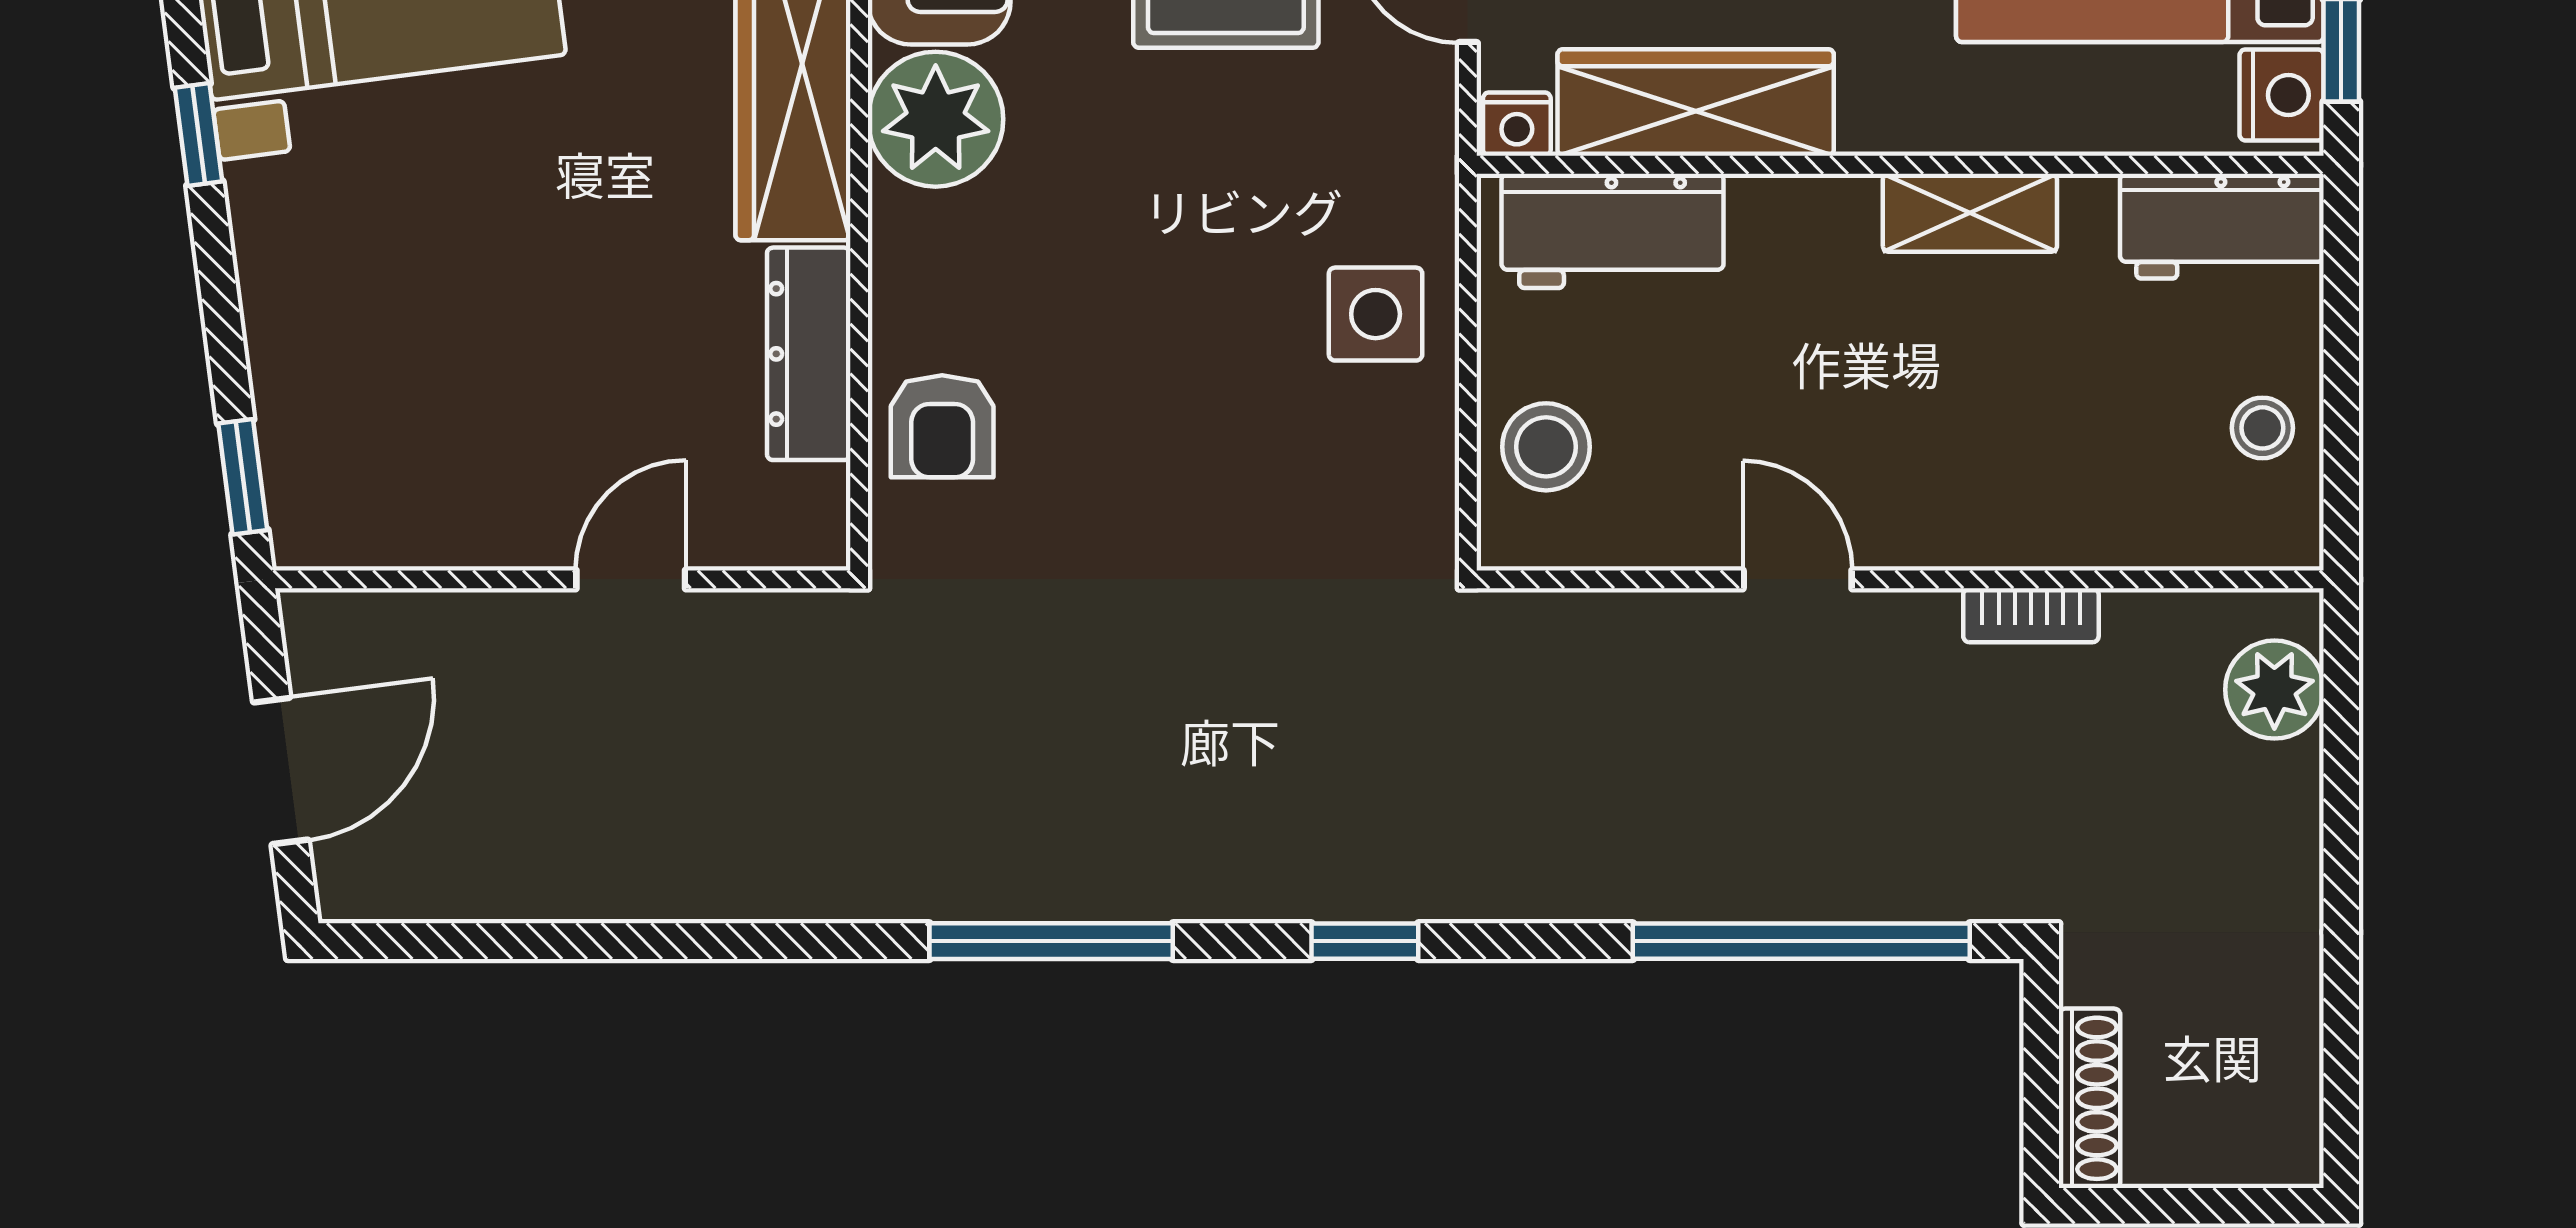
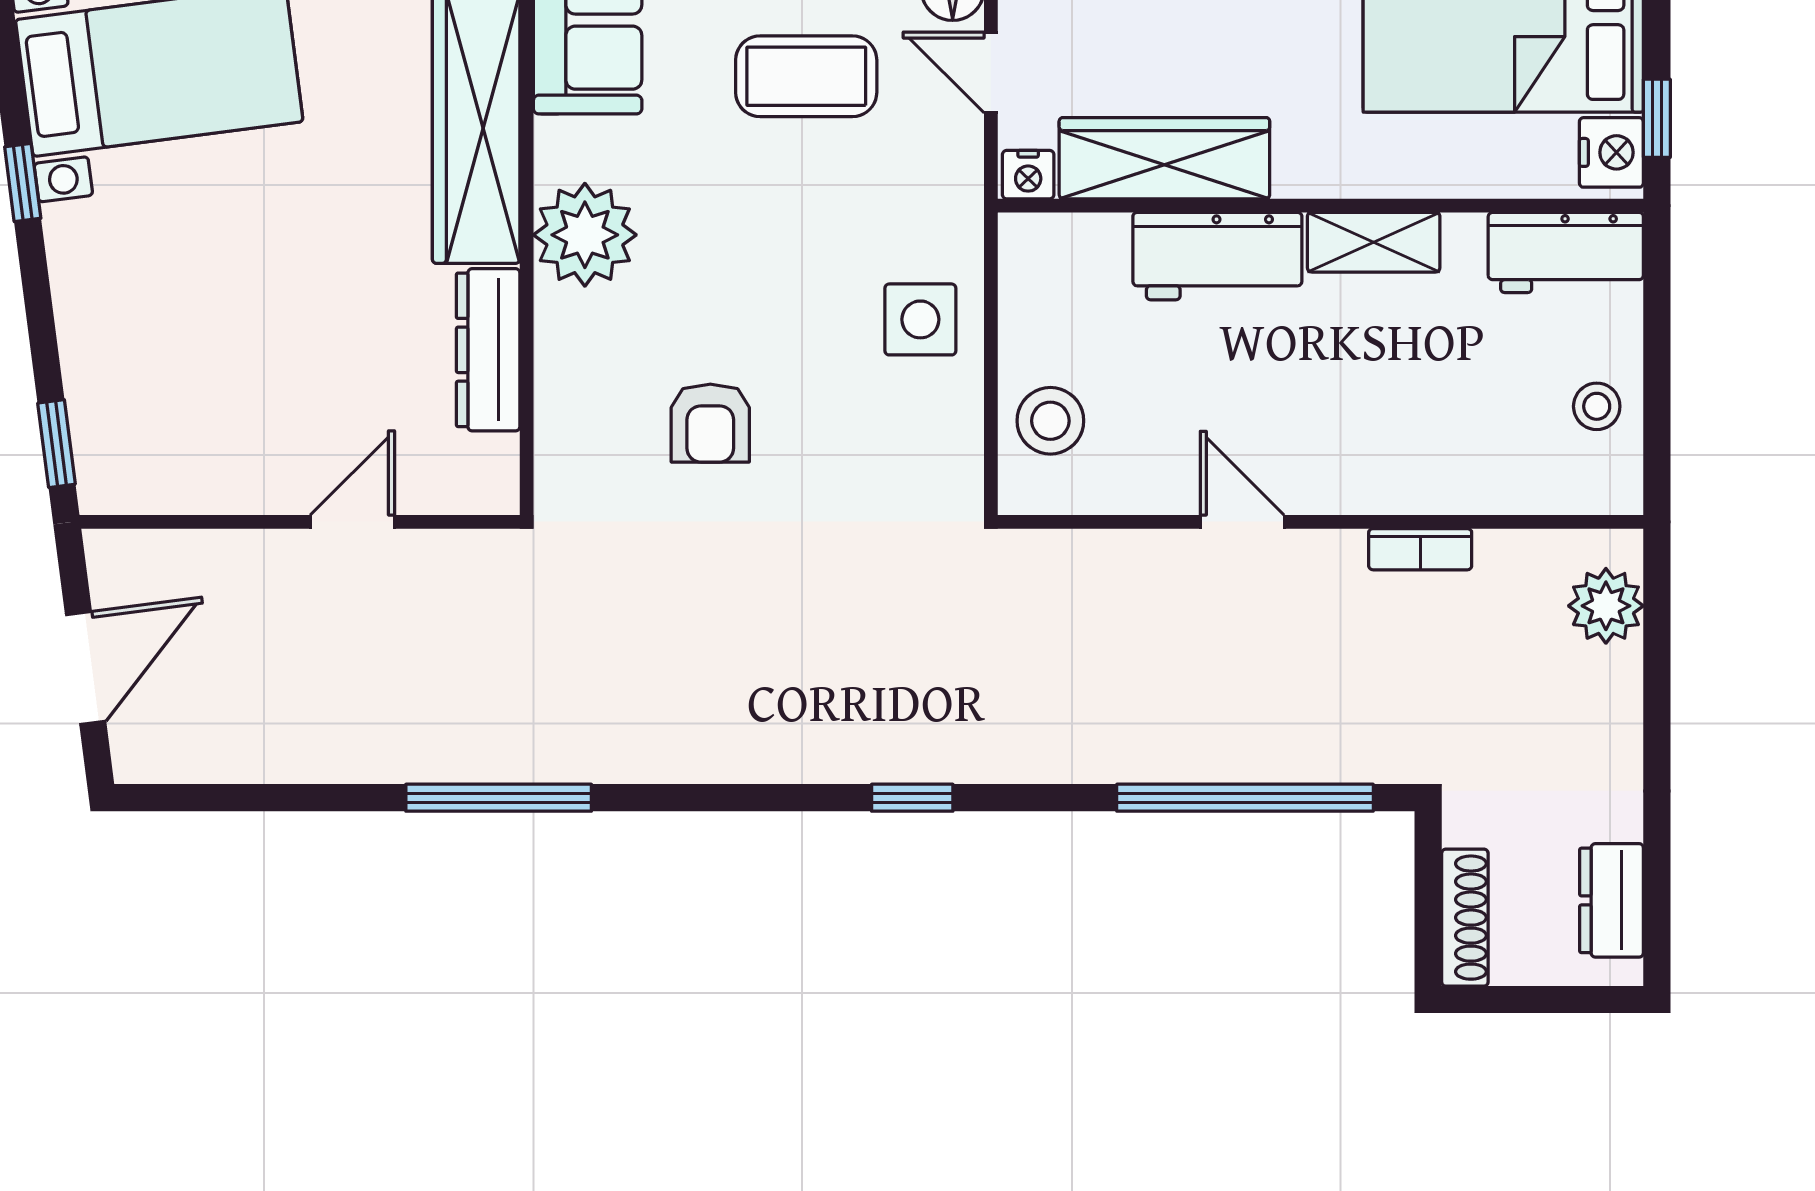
plant: (936, 119) -> (585, 235), moved
workbench: (1613, 231) -> (1217, 256), moved
armchair: (942, 426) -> (710, 423), moved
window: (1051, 941) -> (499, 798), moved
dresser: (2282, 1076) -> (1612, 900), added

